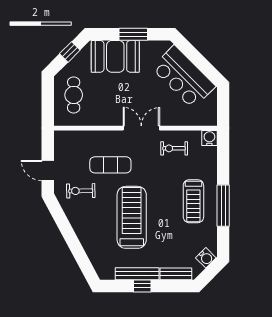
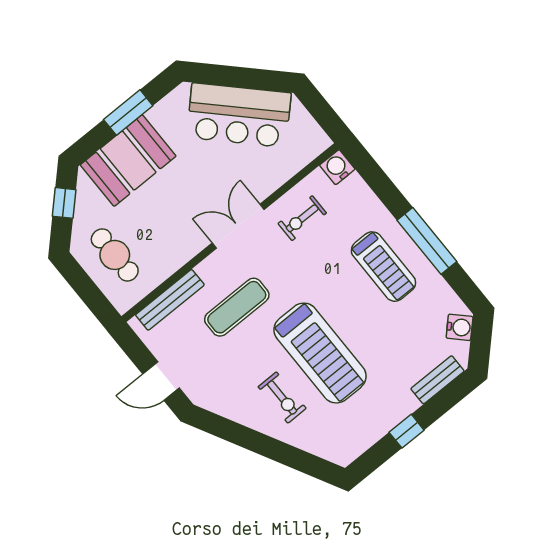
exercise bike: (81, 191) -> (282, 398), moved, turned -89
treadmill: (132, 217) -> (320, 353), turned 180
bench: (137, 274) -> (170, 300), moved

